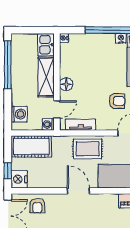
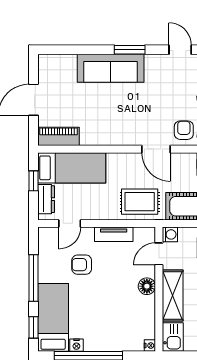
tv unit: (81, 125) -> (114, 234), moved
rug: (88, 149) -> (140, 202), moved
door: (78, 191) -> (156, 149), moved

